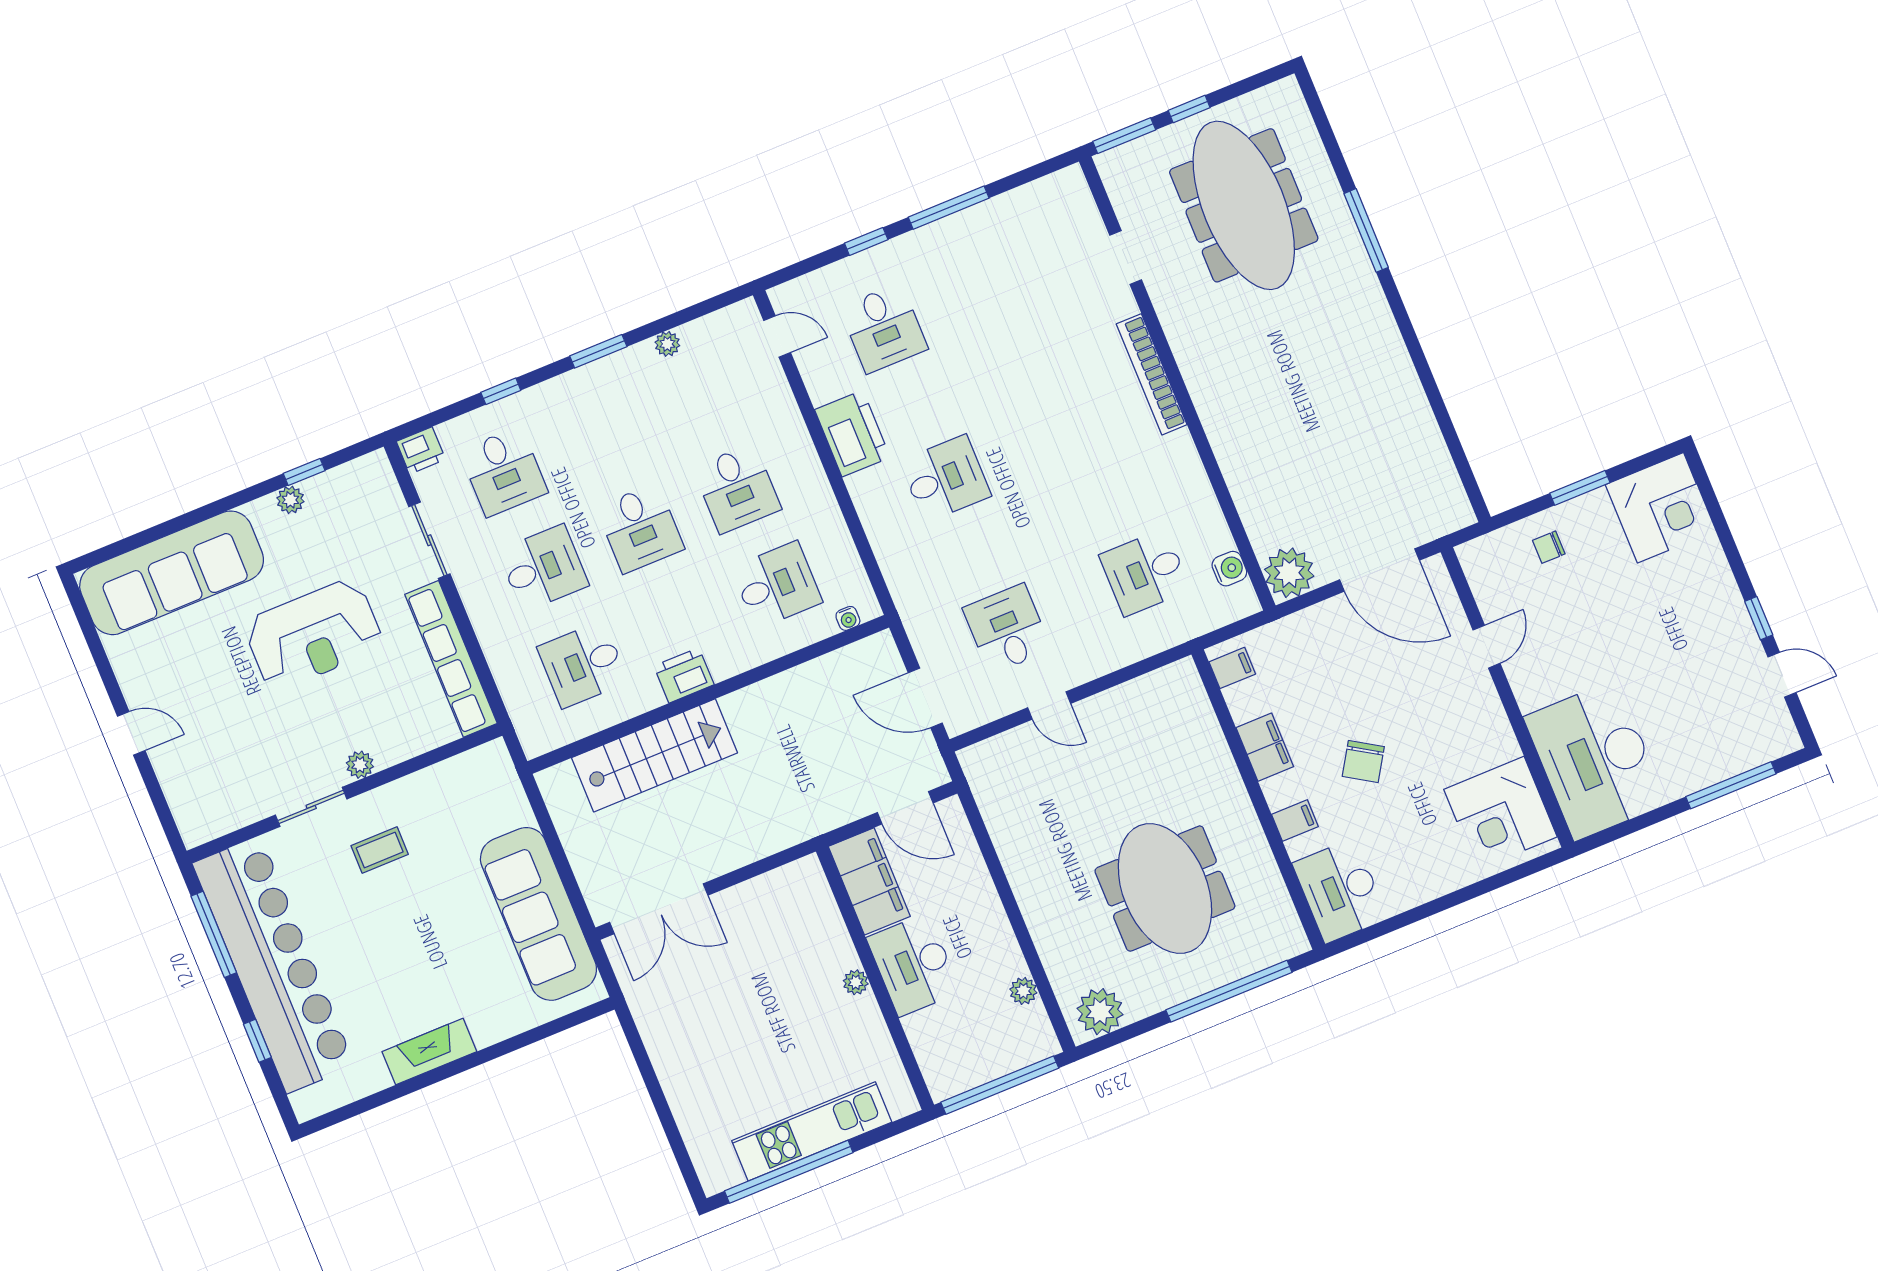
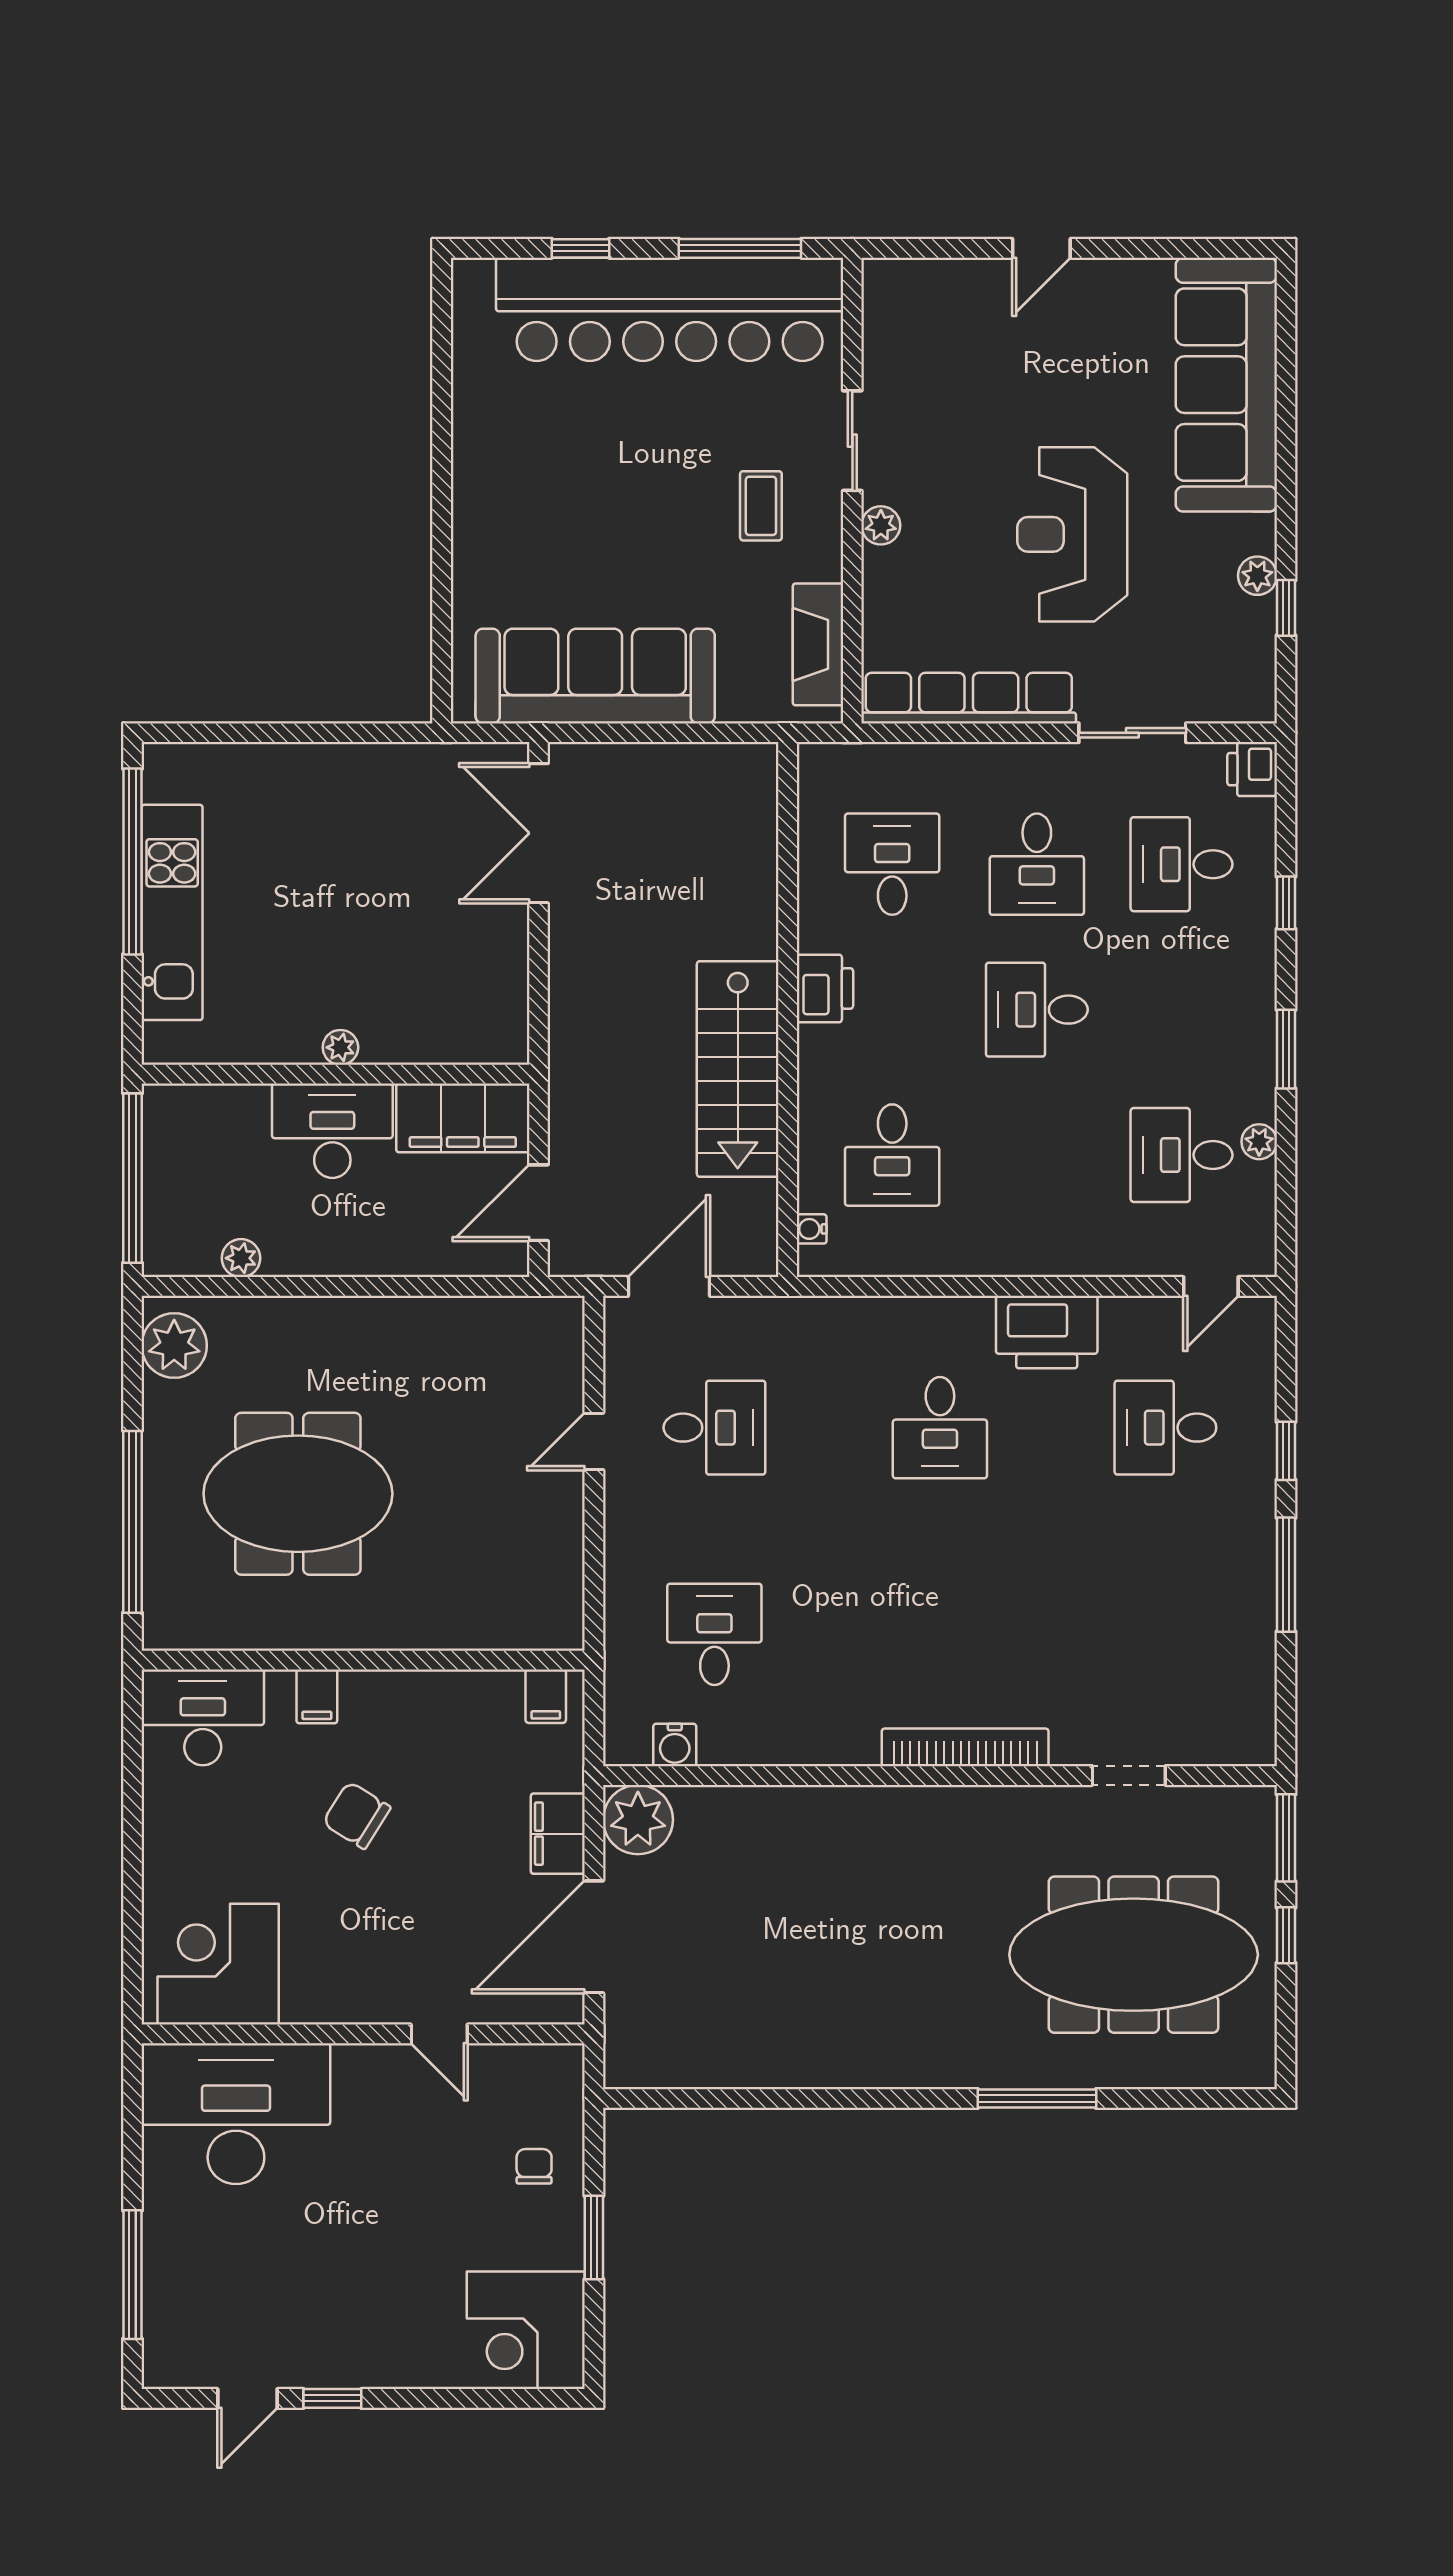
desk: (737, 488) -> (1181, 1155), moved
filing cabinet: (1265, 747) -> (558, 1834), moved, turned 90
stairs: (654, 755) -> (738, 1069), moved
fireplace: (429, 1052) -> (818, 644), moved, turned 180

